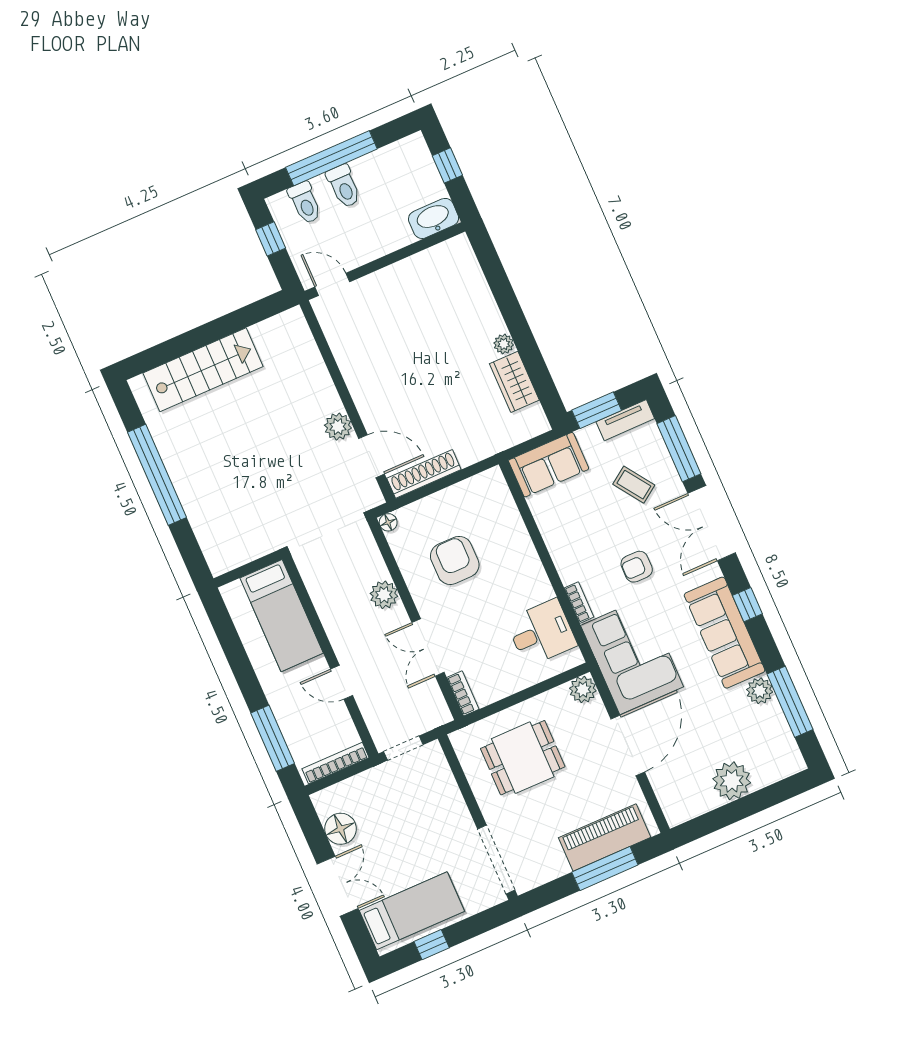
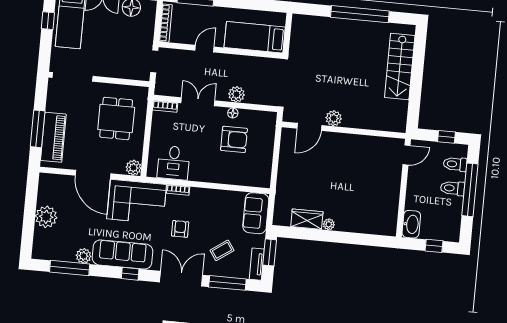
shoe rack: (424, 474) -> (286, 148), removed
floor lamp: (388, 522) -> (233, 113), moved

